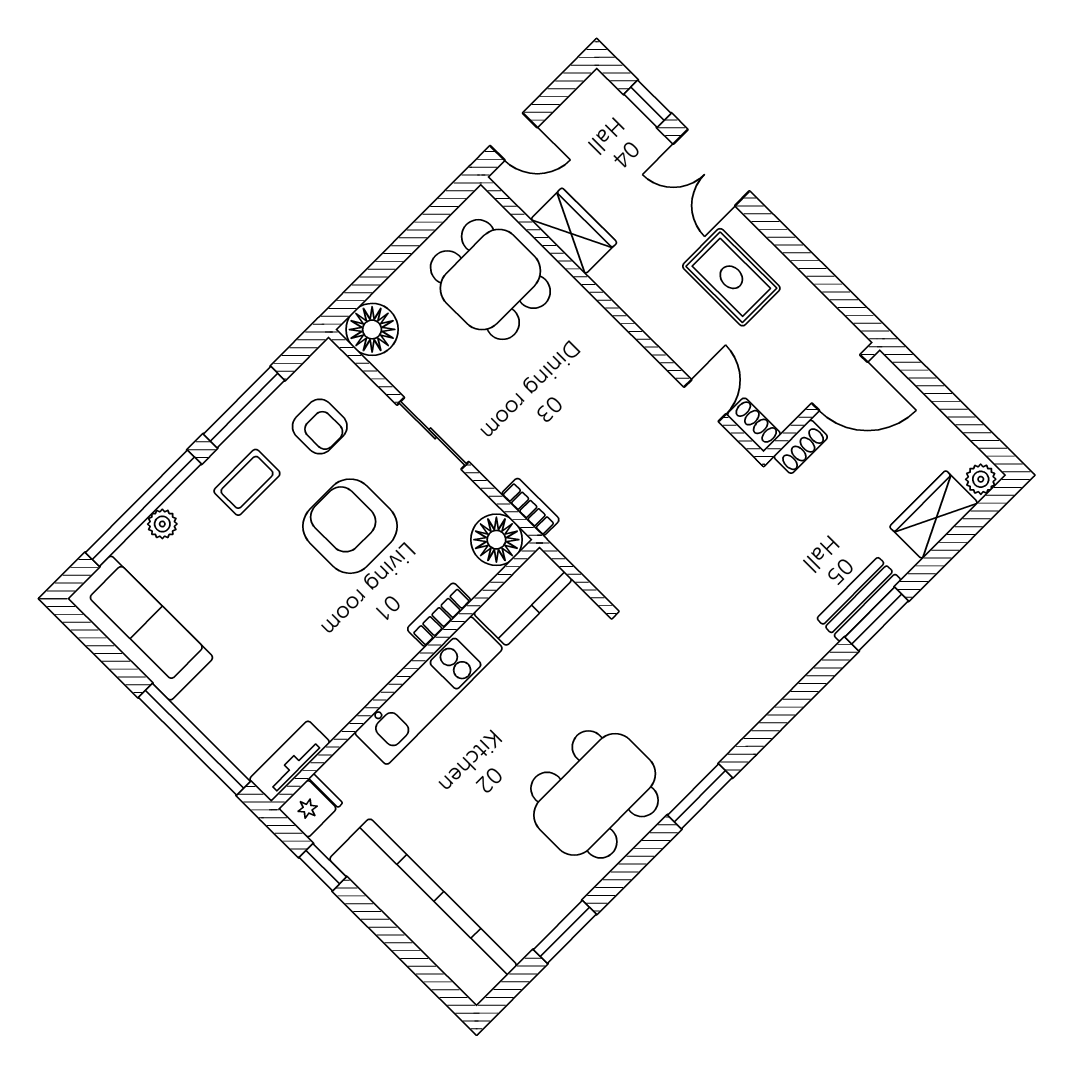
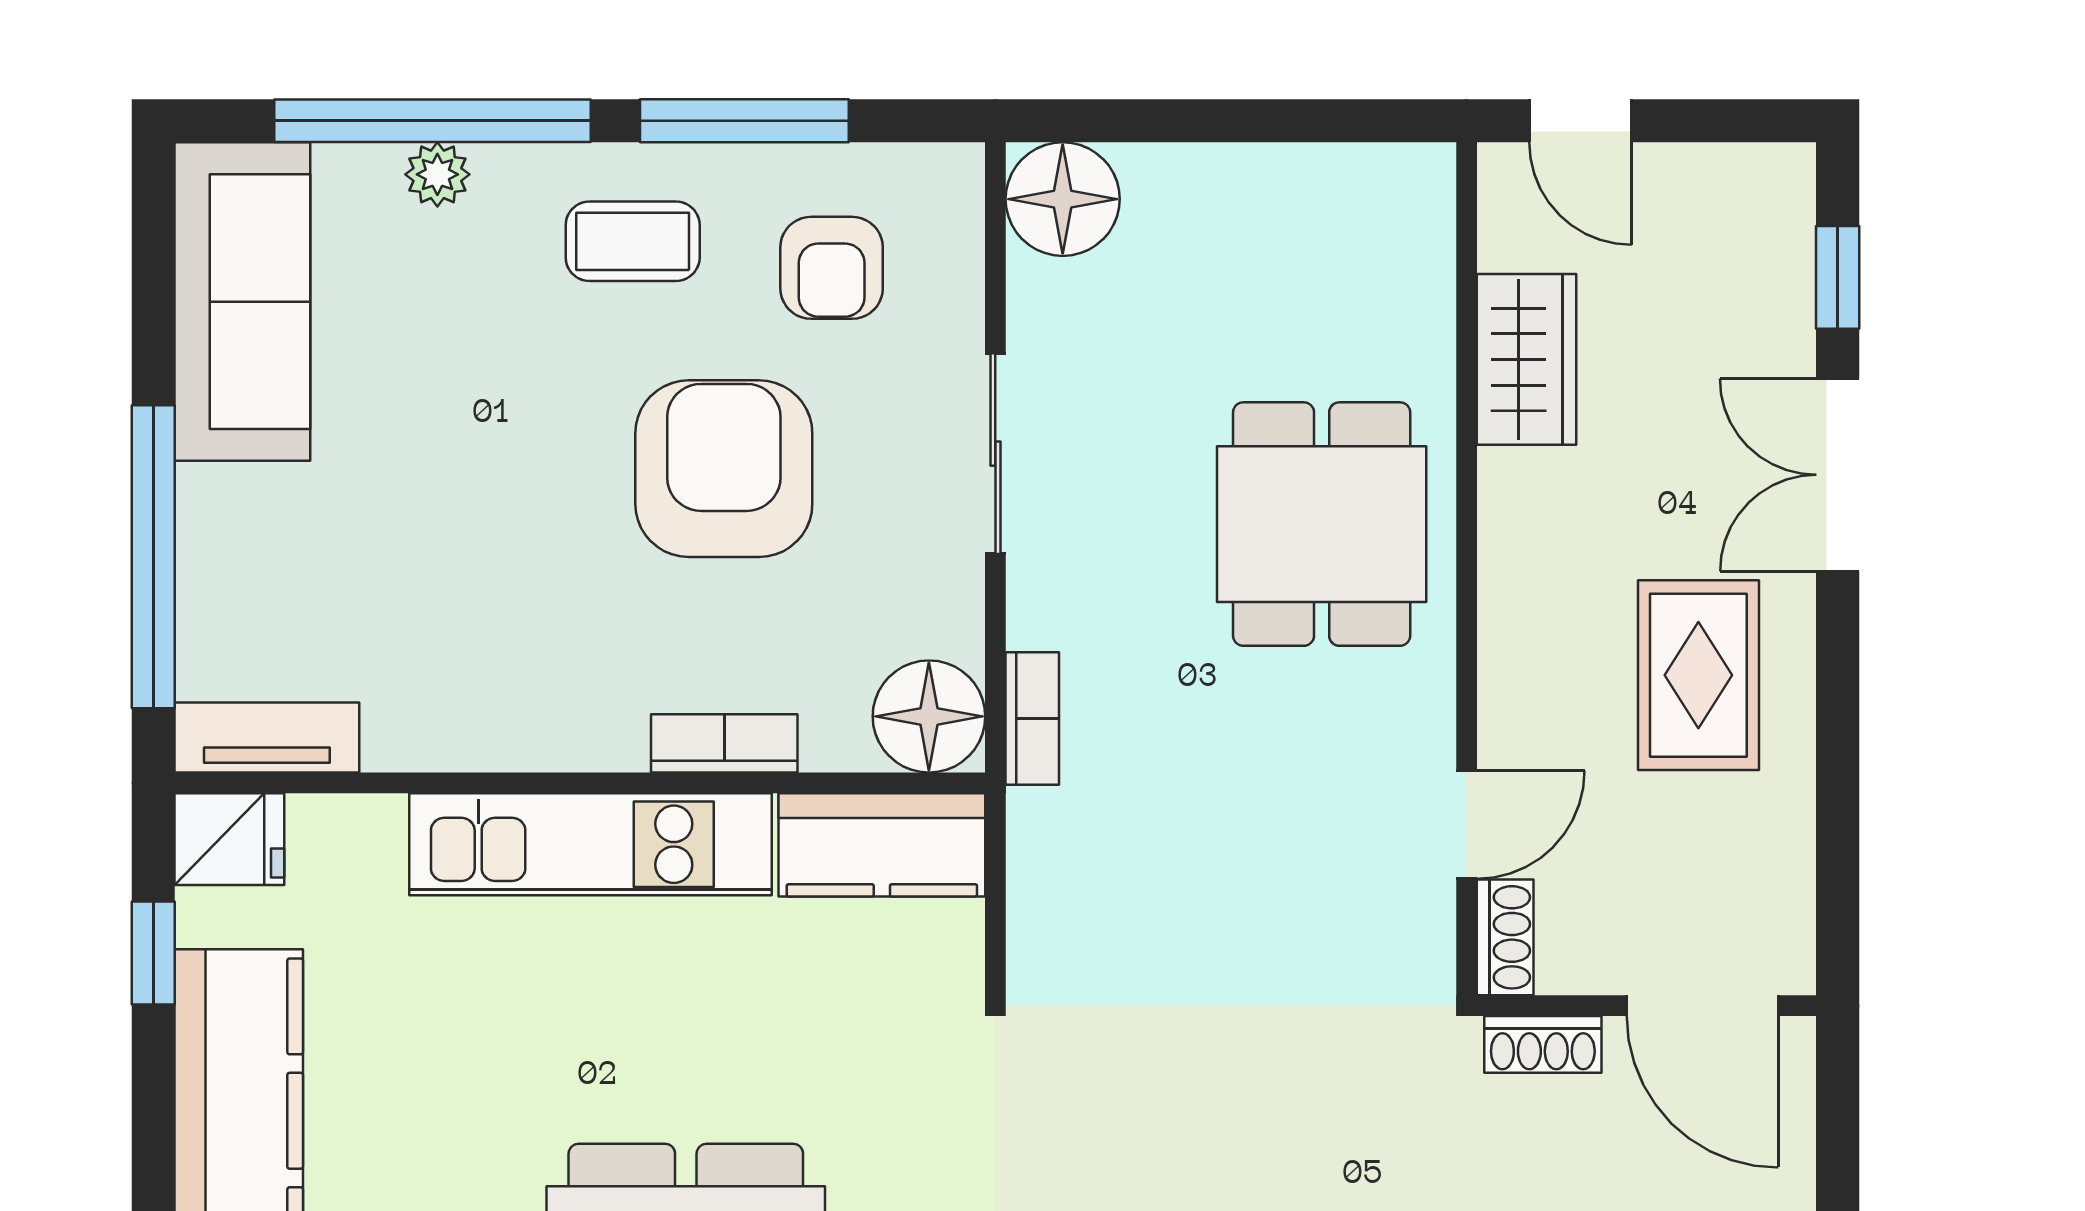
dining table: (490, 280) -> (1322, 524), moved

